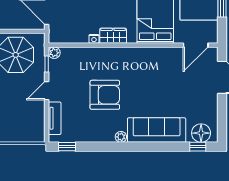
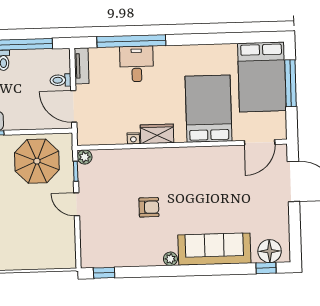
door: (47, 91) -> (77, 204), hinge flipped
armchair: (105, 95) -> (149, 207), width x0.53, depth x0.53
tv unit: (55, 118) -> (87, 238), removed

